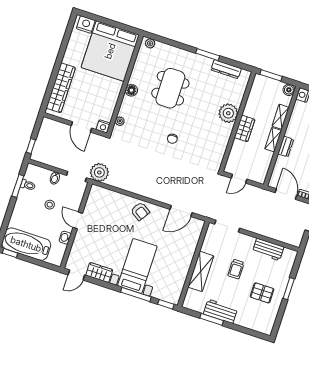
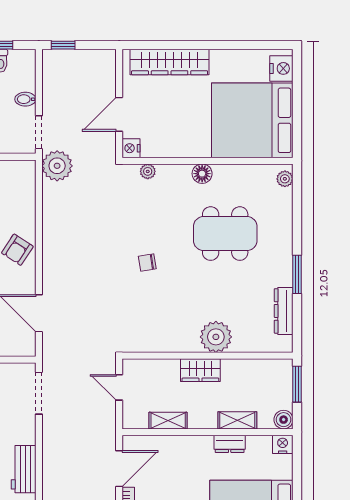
shelving: (273, 140) -> (168, 421), moved
dresser: (286, 147) -> (230, 444), moved

